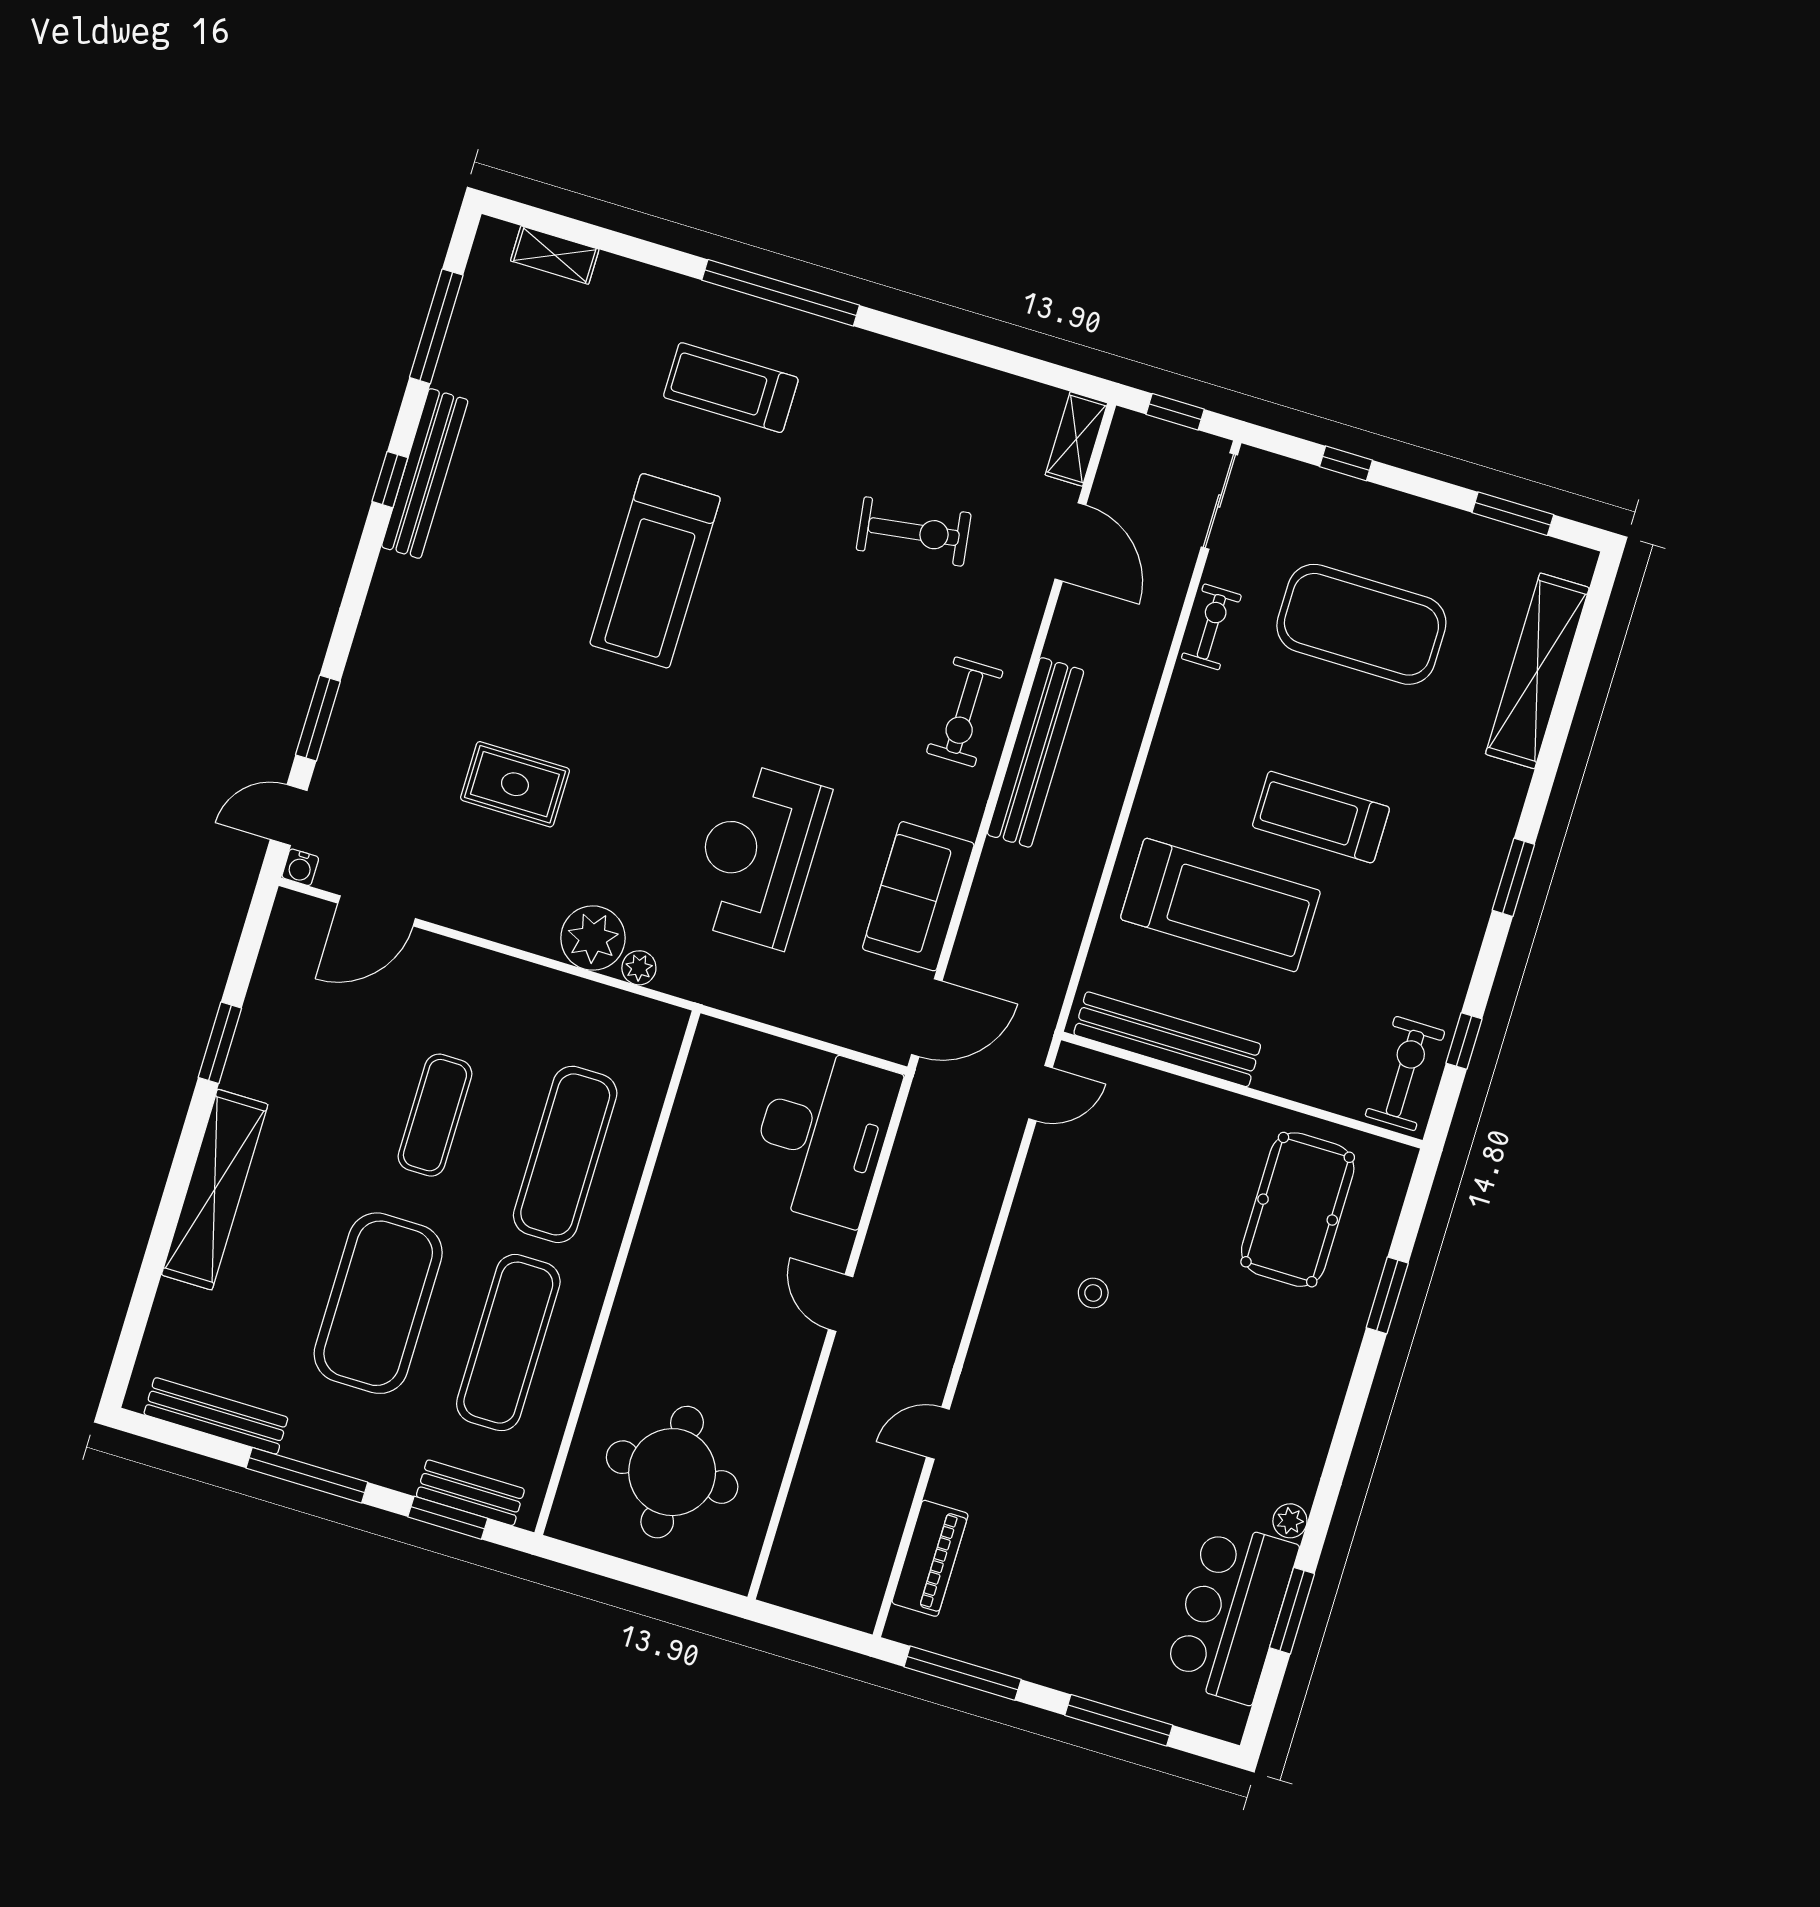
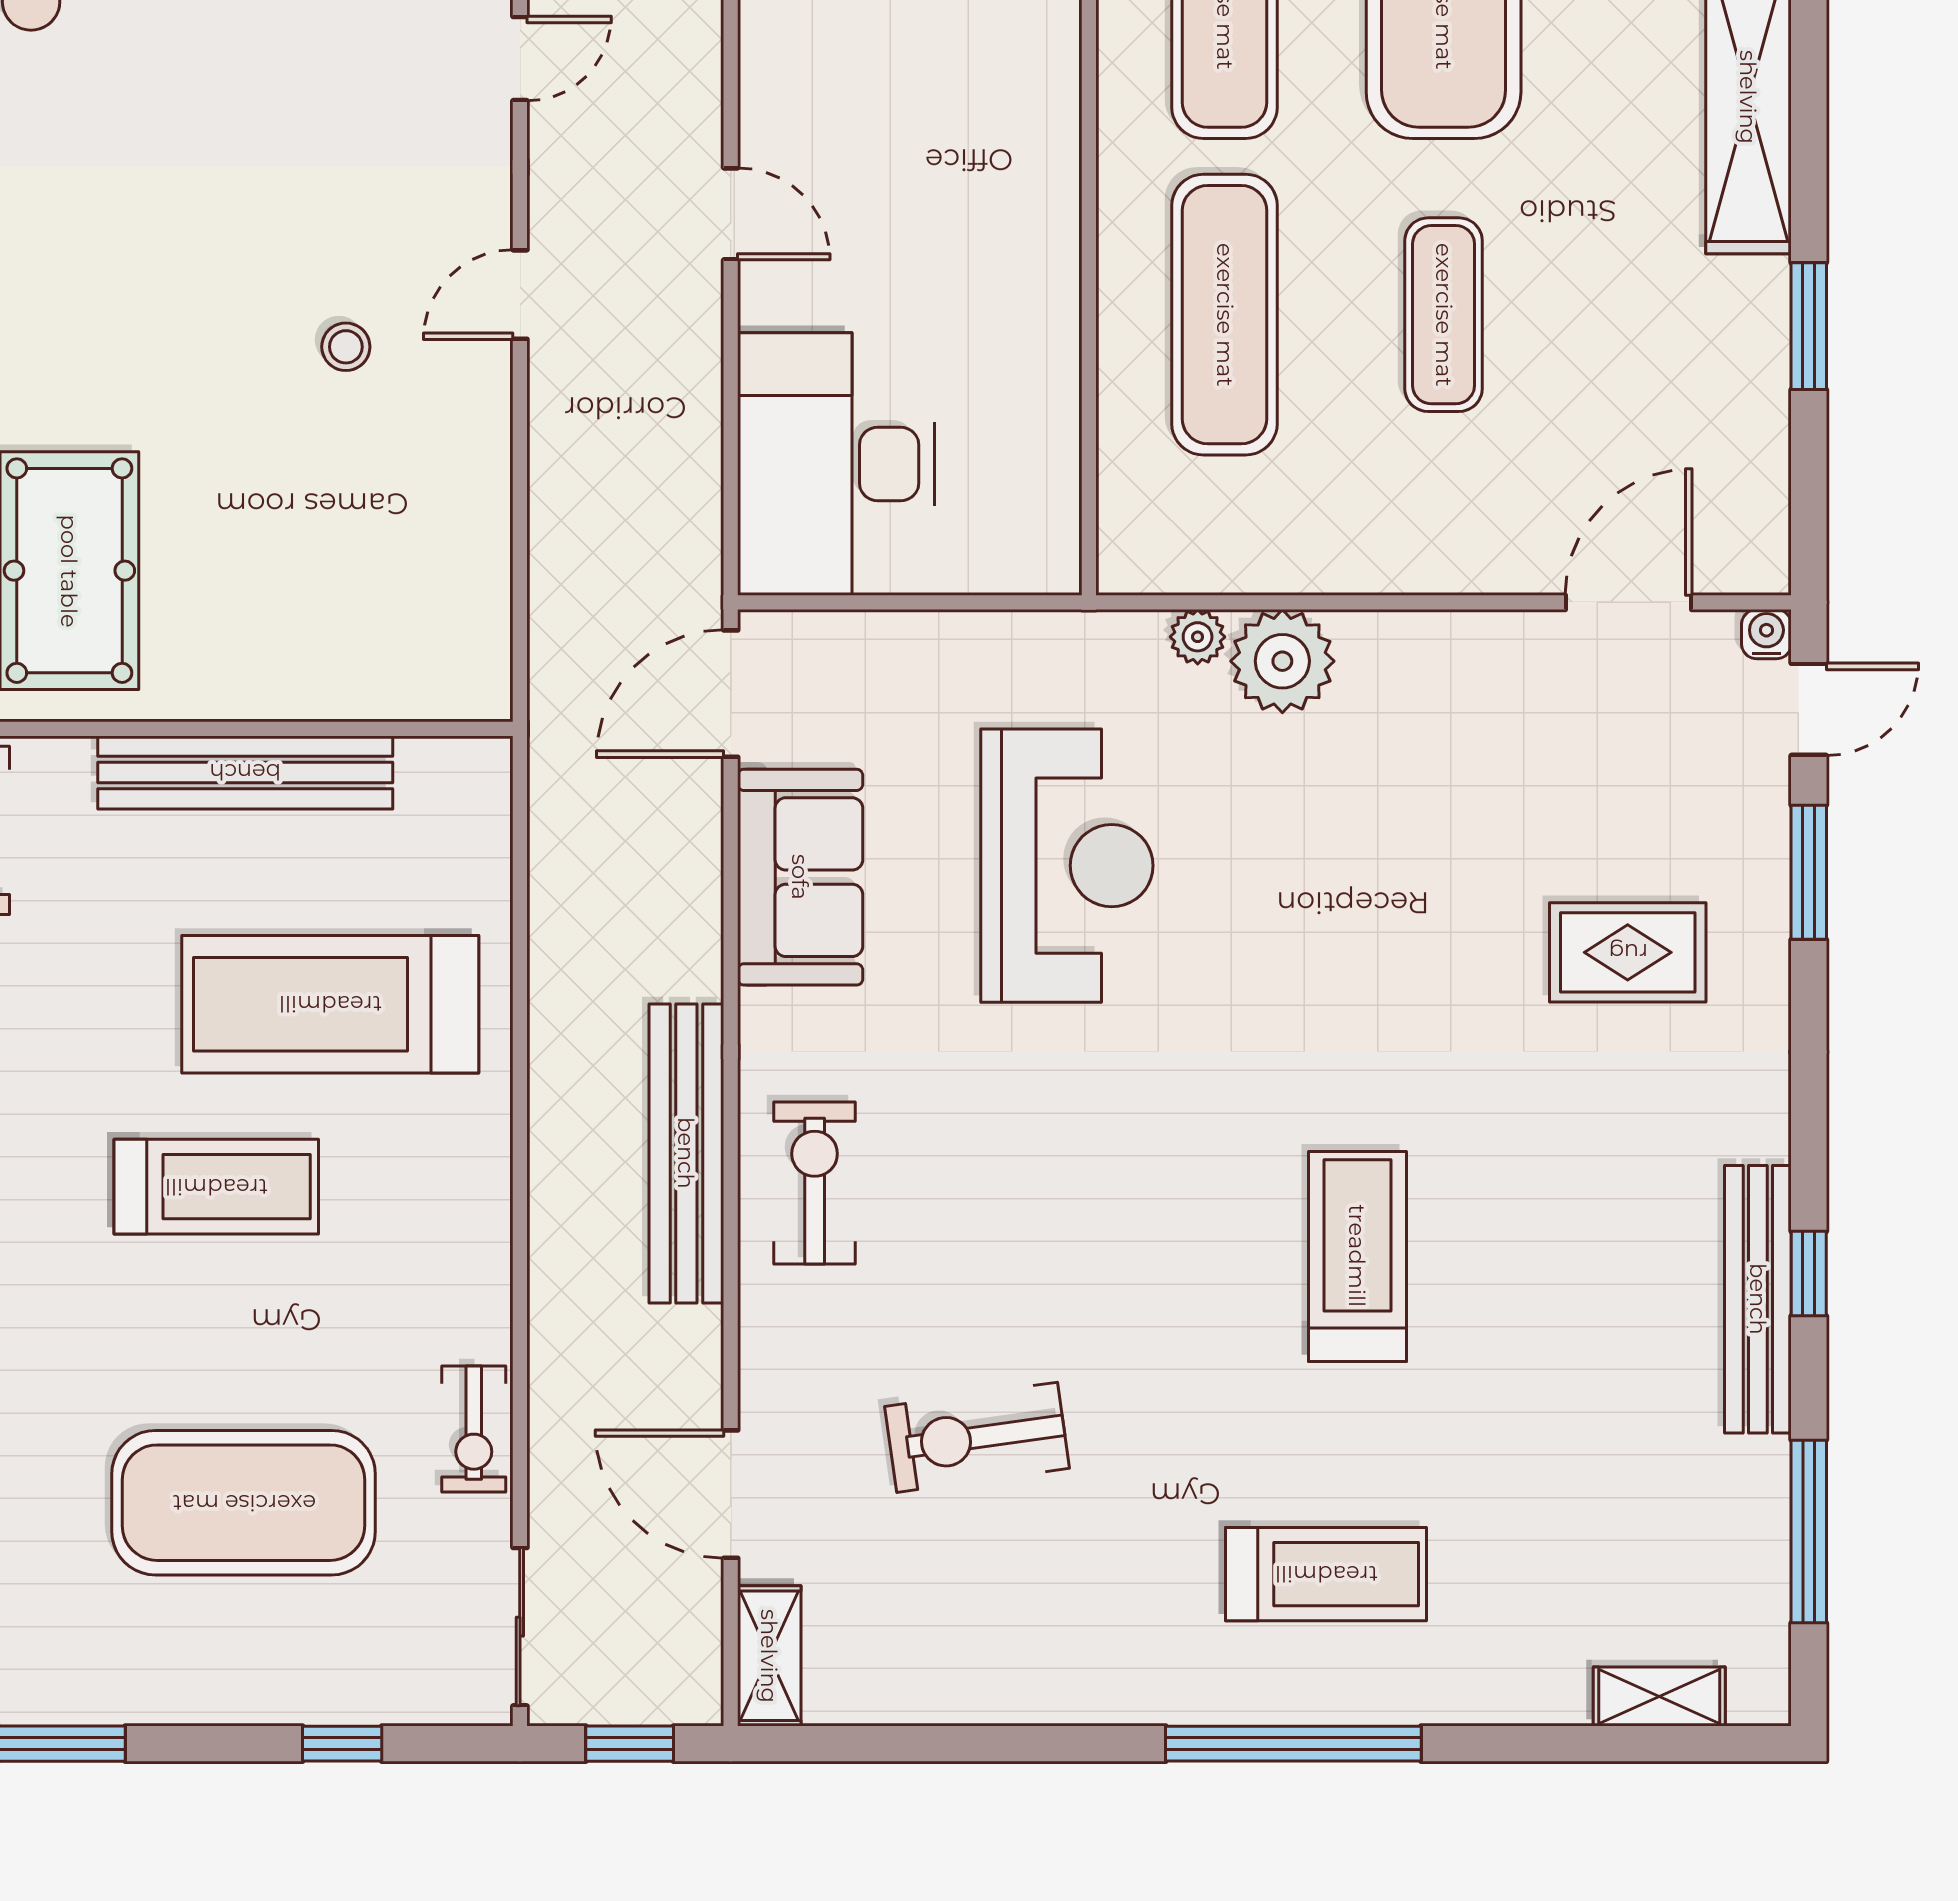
treadmill: (655, 571) -> (1357, 1256), width x0.73, depth x0.73
rug: (515, 784) -> (1628, 952), moved
bench: (1167, 1039) -> (245, 772), moved
door: (1041, 1093) -> (520, 295), moved

